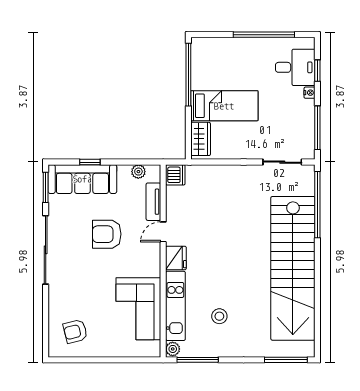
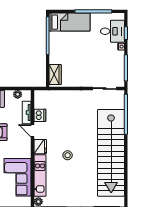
bed: (224, 106) -> (70, 22), moved
dishwasher: (175, 175) -> (40, 115), moved
door: (163, 232) -> (33, 131), hinge flipped
stool: (219, 316) -> (68, 155), moved

